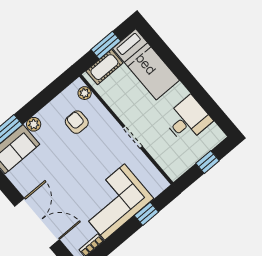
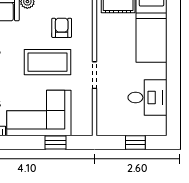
plant: (85, 93) -> (86, 11), removed
coffee table: (88, 158) -> (48, 62), added

